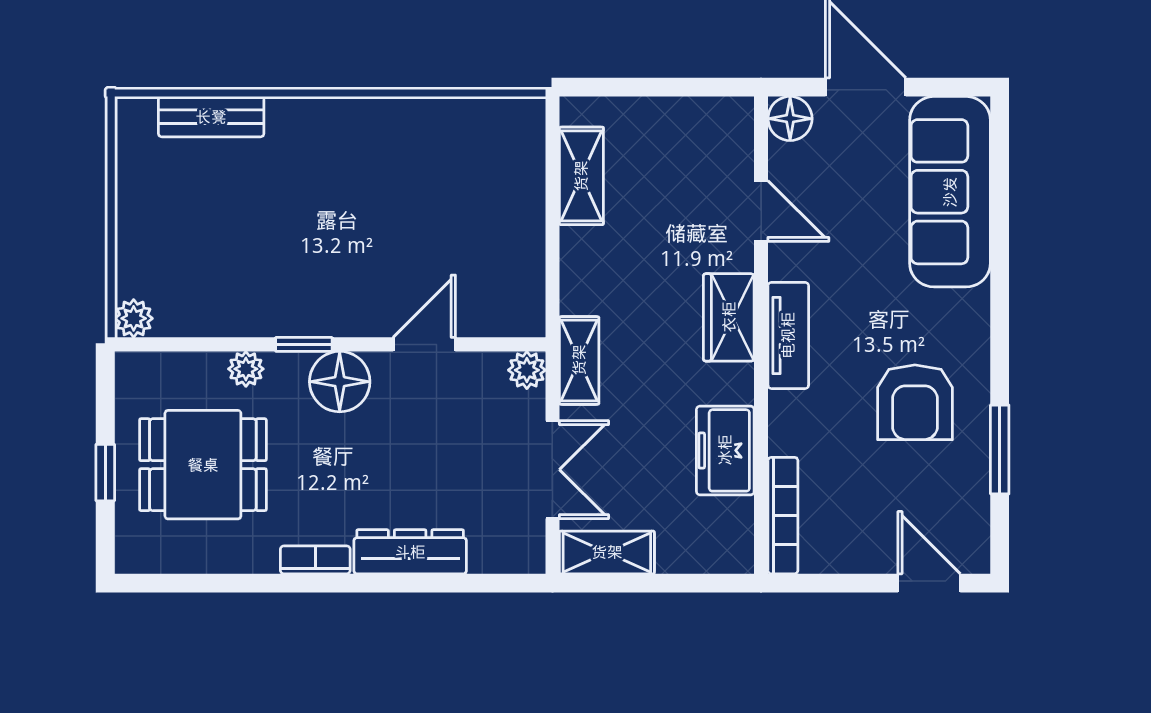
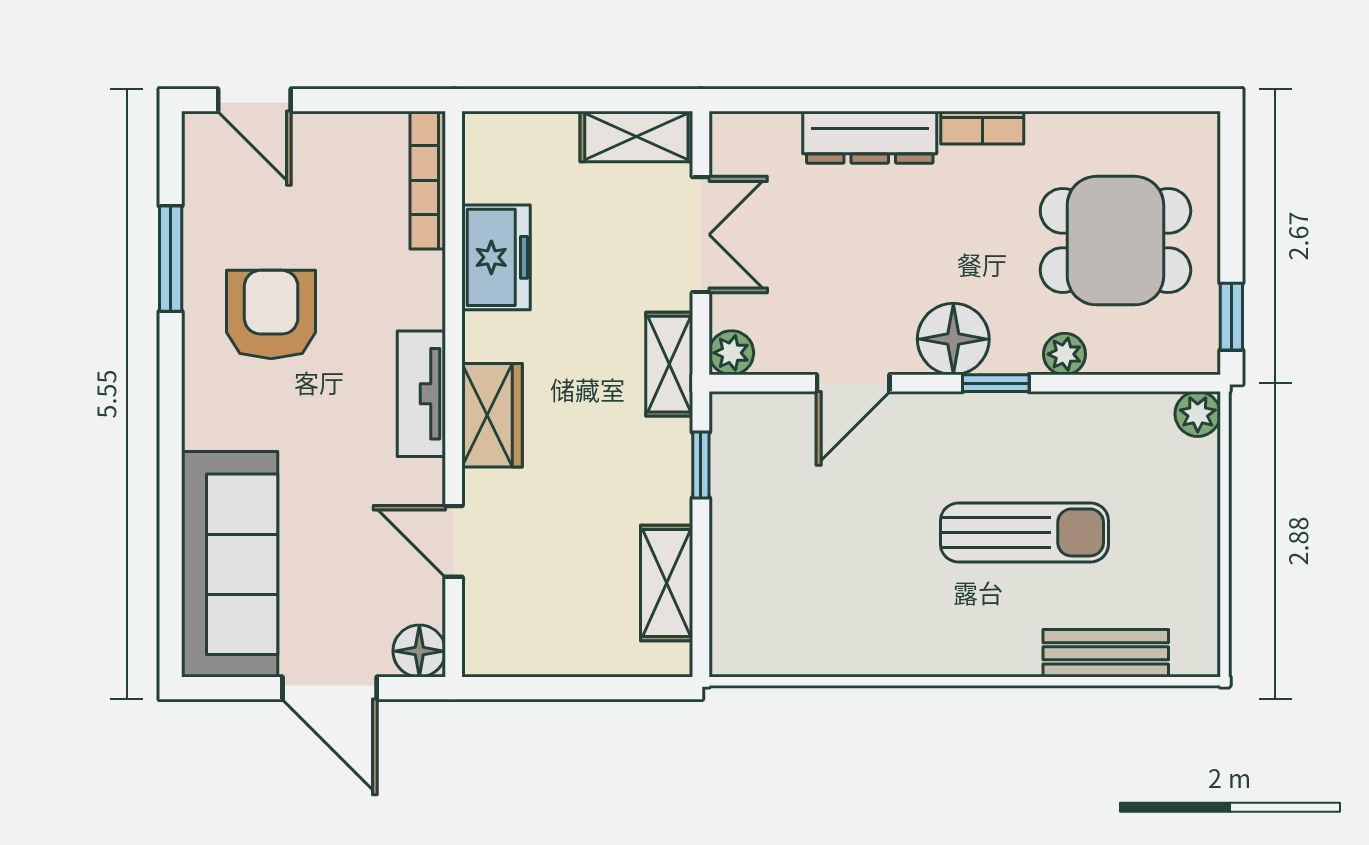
sun lounger: (280, 218) -> (1024, 532), added
window: (552, 275) -> (701, 465), added
double door: (552, 470) -> (701, 235), swing flipped
window: (105, 473) -> (1231, 317), moved

